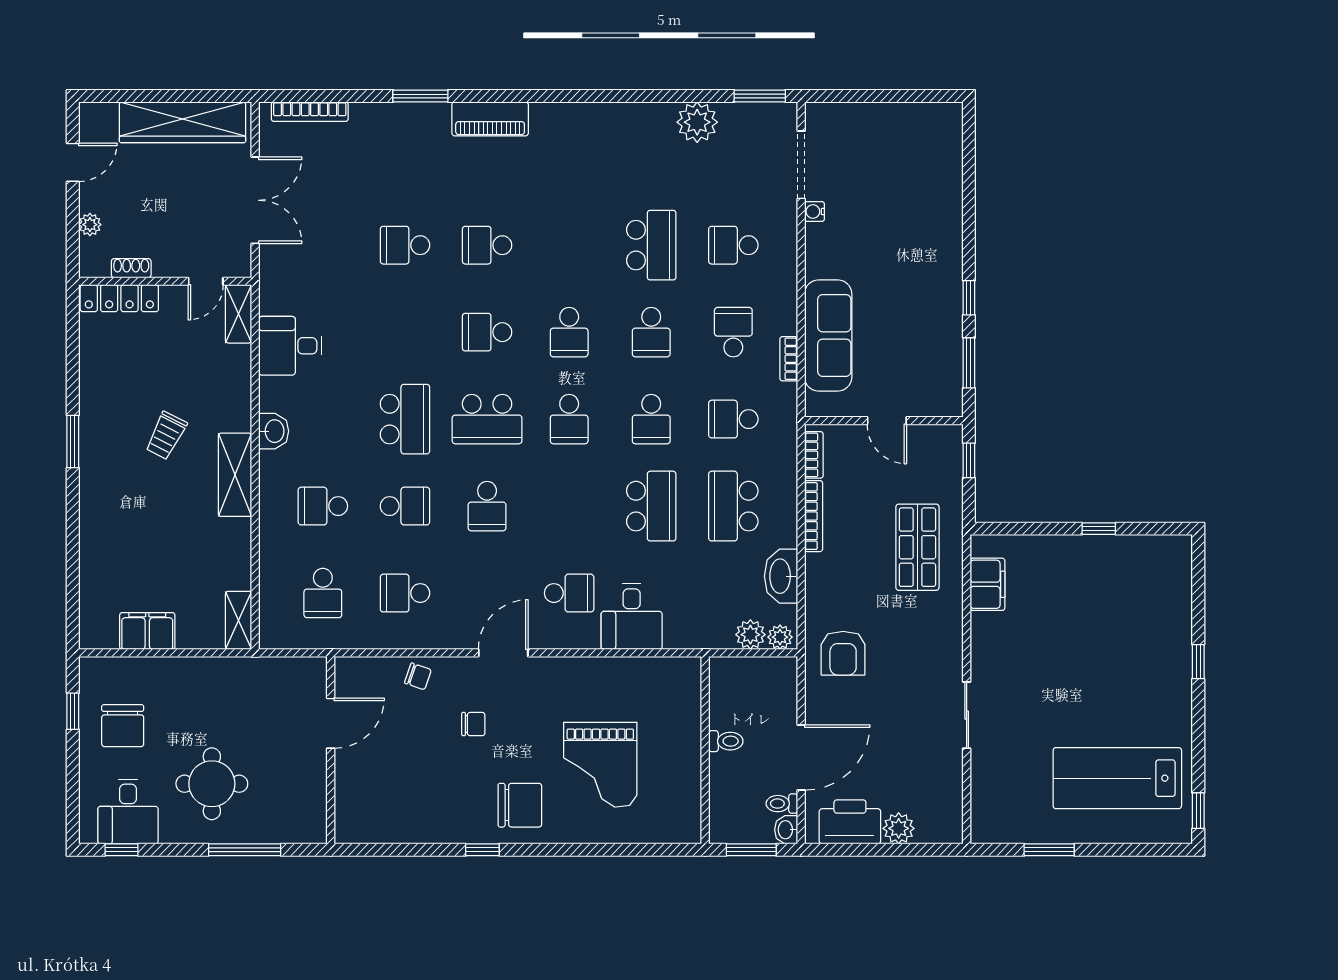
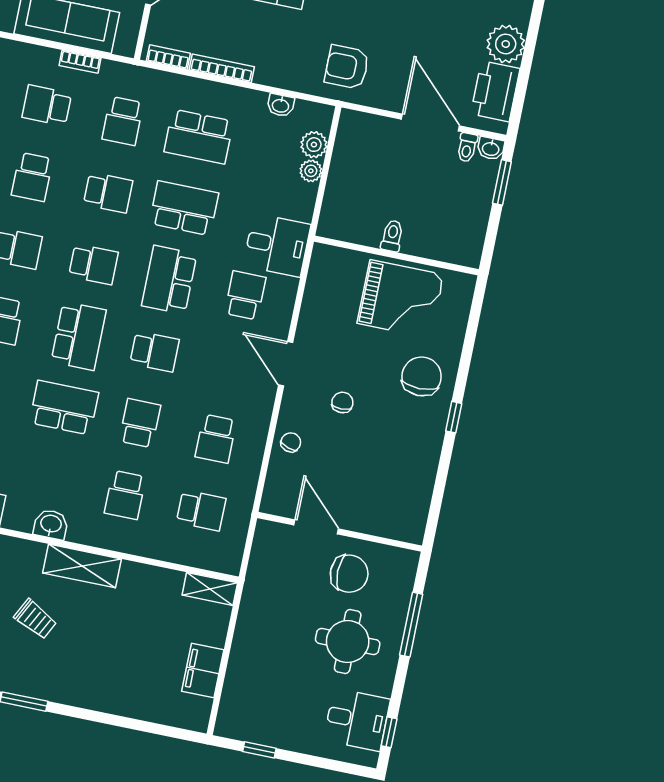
school desk: (651, 332) -> (32, 177), turned 90
school desk: (569, 506) -> (169, 280), added
washbasin: (781, 576) -> (281, 105), width x0.52, depth x0.69
plant: (780, 637) -> (311, 171), moved
armchair: (843, 653) -> (347, 67), turned 180
chair: (123, 726) -> (349, 574), moved
toilet: (726, 741) -> (392, 236), moved
wall: (705, 750) -> (396, 255), moved
plant: (899, 828) -> (506, 44), width x1.36, depth x1.36

